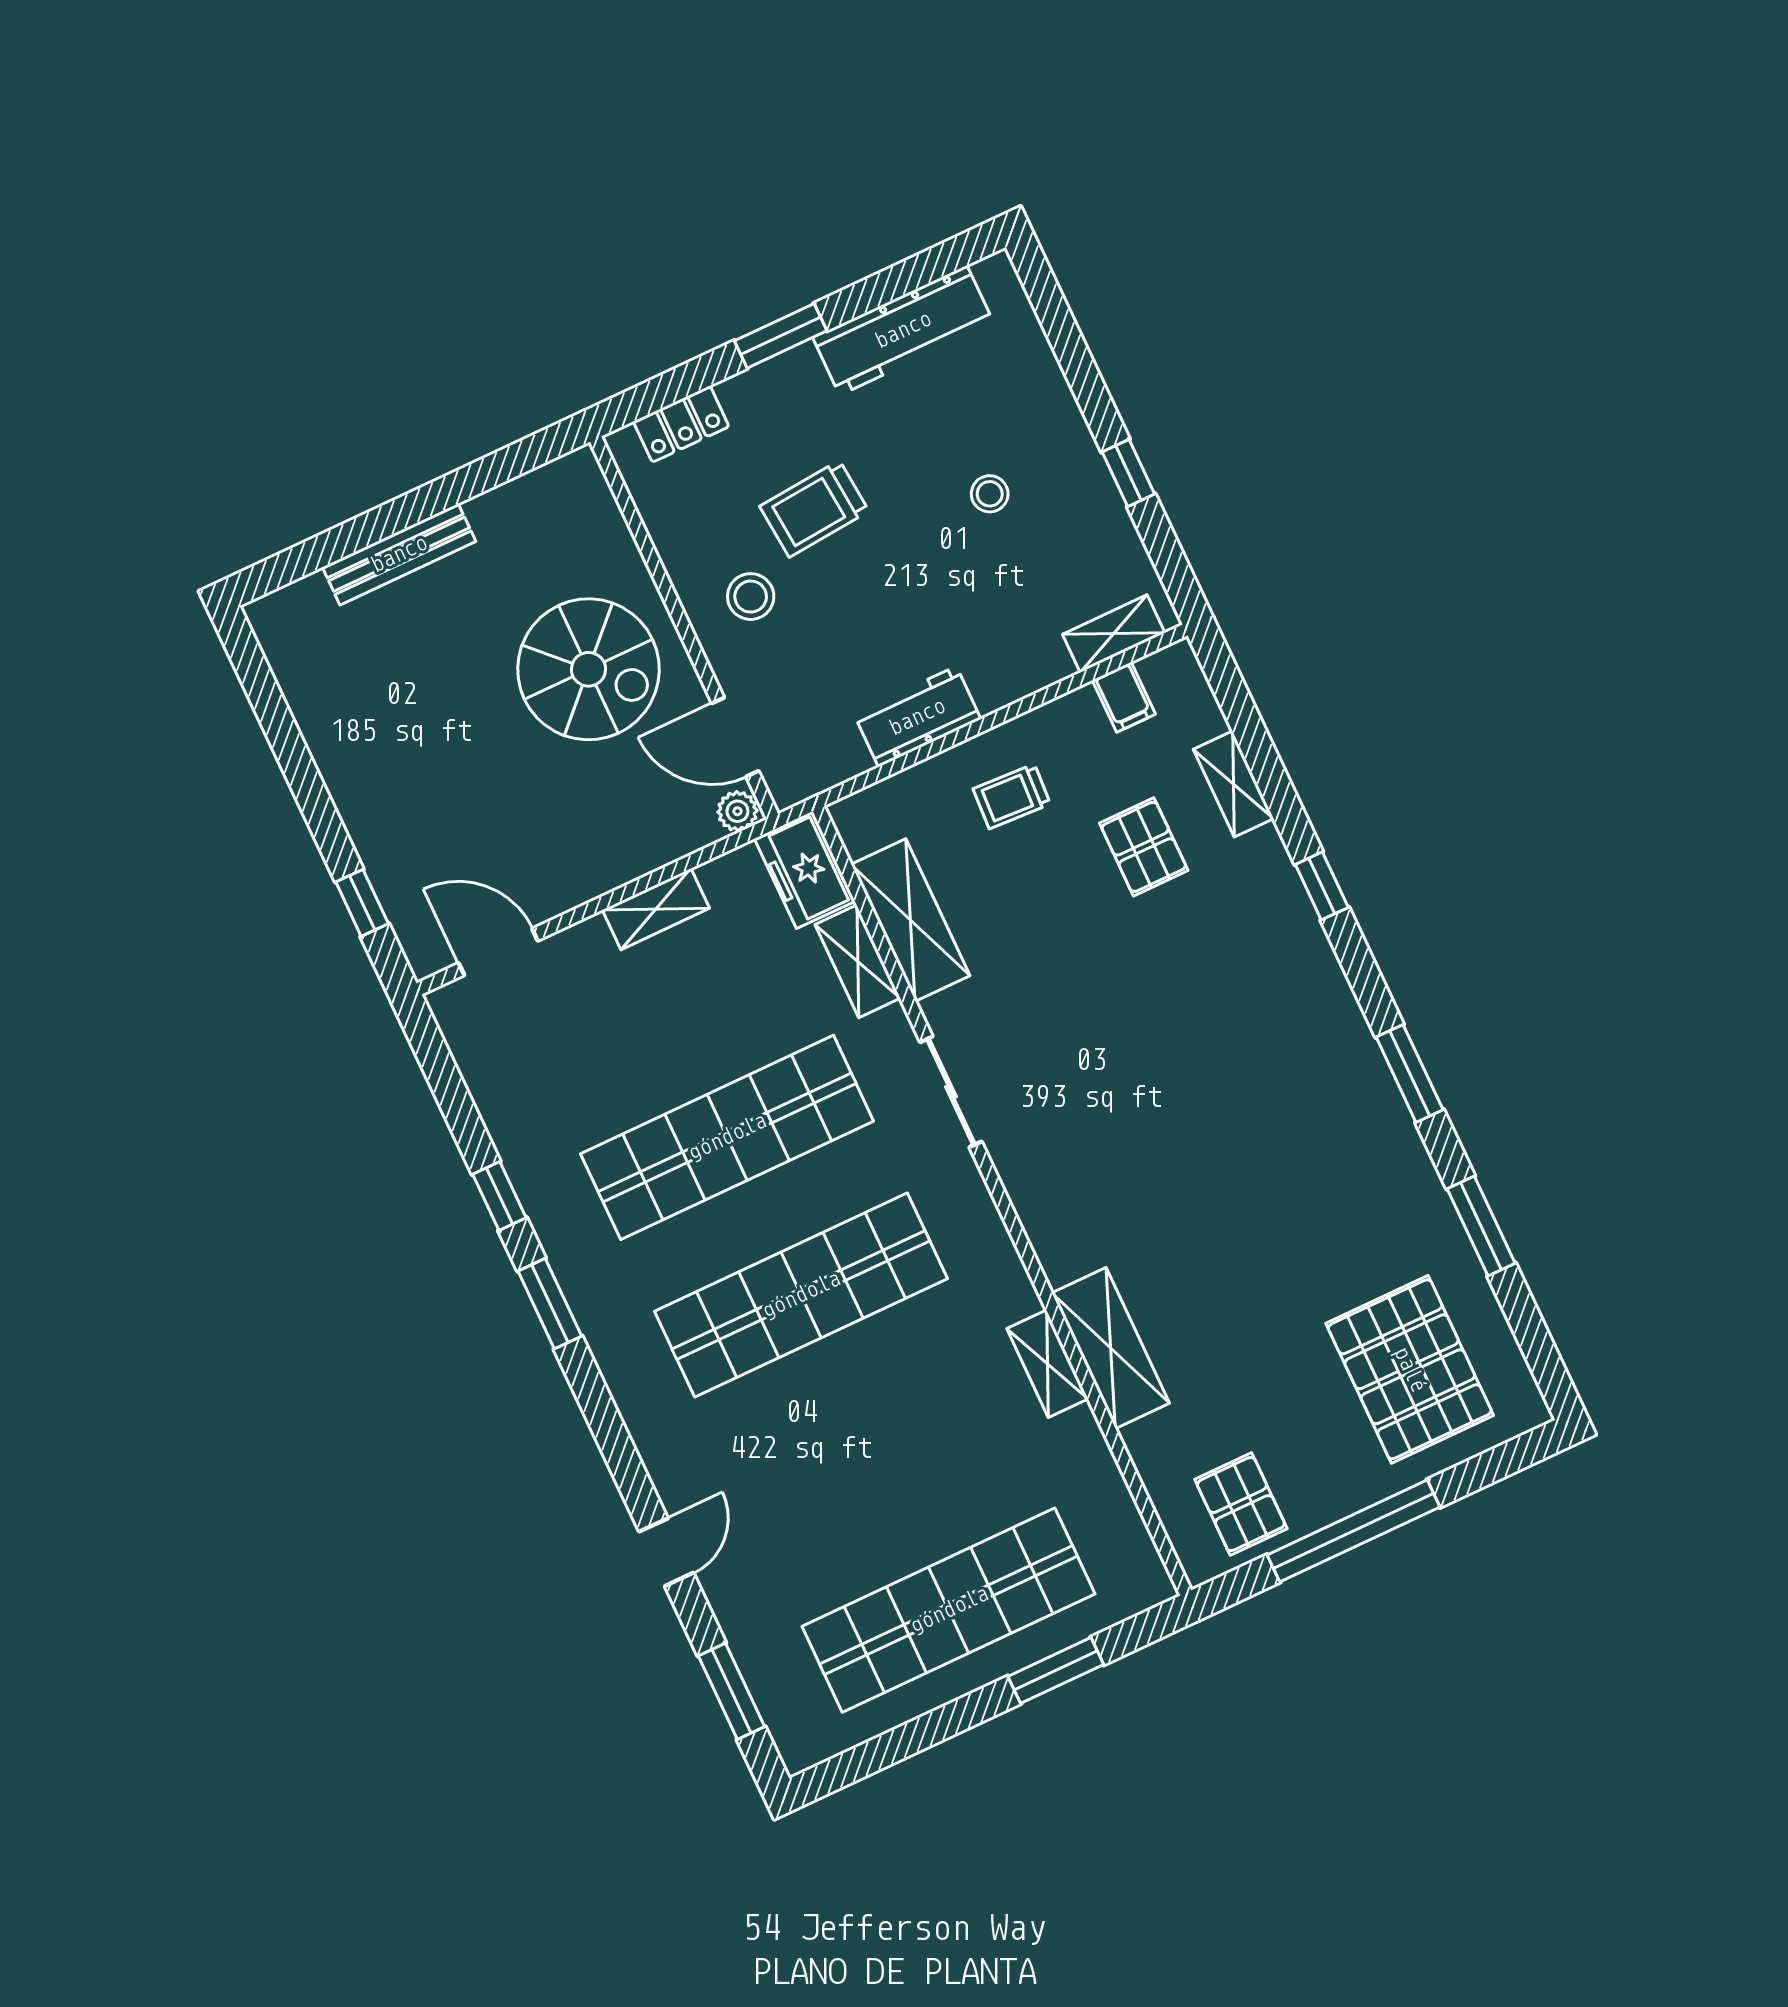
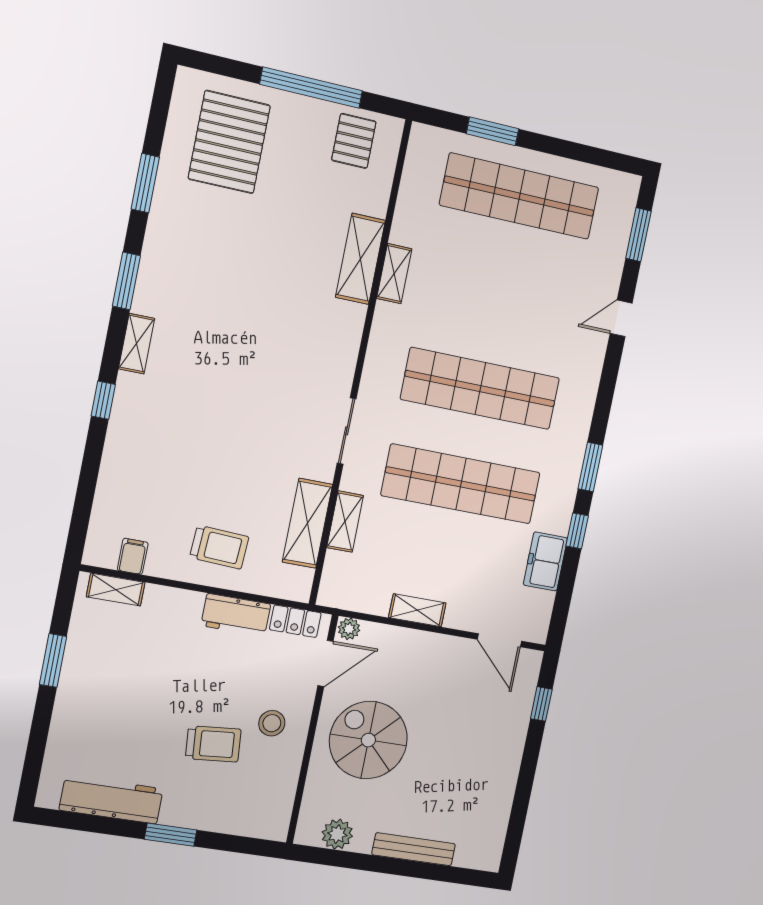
locker: (681, 424) -> (295, 621), moved, turned 180
window: (1128, 473) -> (53, 660), width x1.50
stool: (990, 494) -> (126, 695), removed
plant: (533, 500) -> (337, 834), added
door: (735, 737) -> (325, 663), hinge flipped
shelving: (1233, 784) -> (137, 344), moved
trolley: (1012, 796) -> (219, 547), width x1.36, depth x1.39
pallet: (1144, 847) -> (175, 480), removed
freezer: (805, 870) -> (545, 561), moved, turned 180

